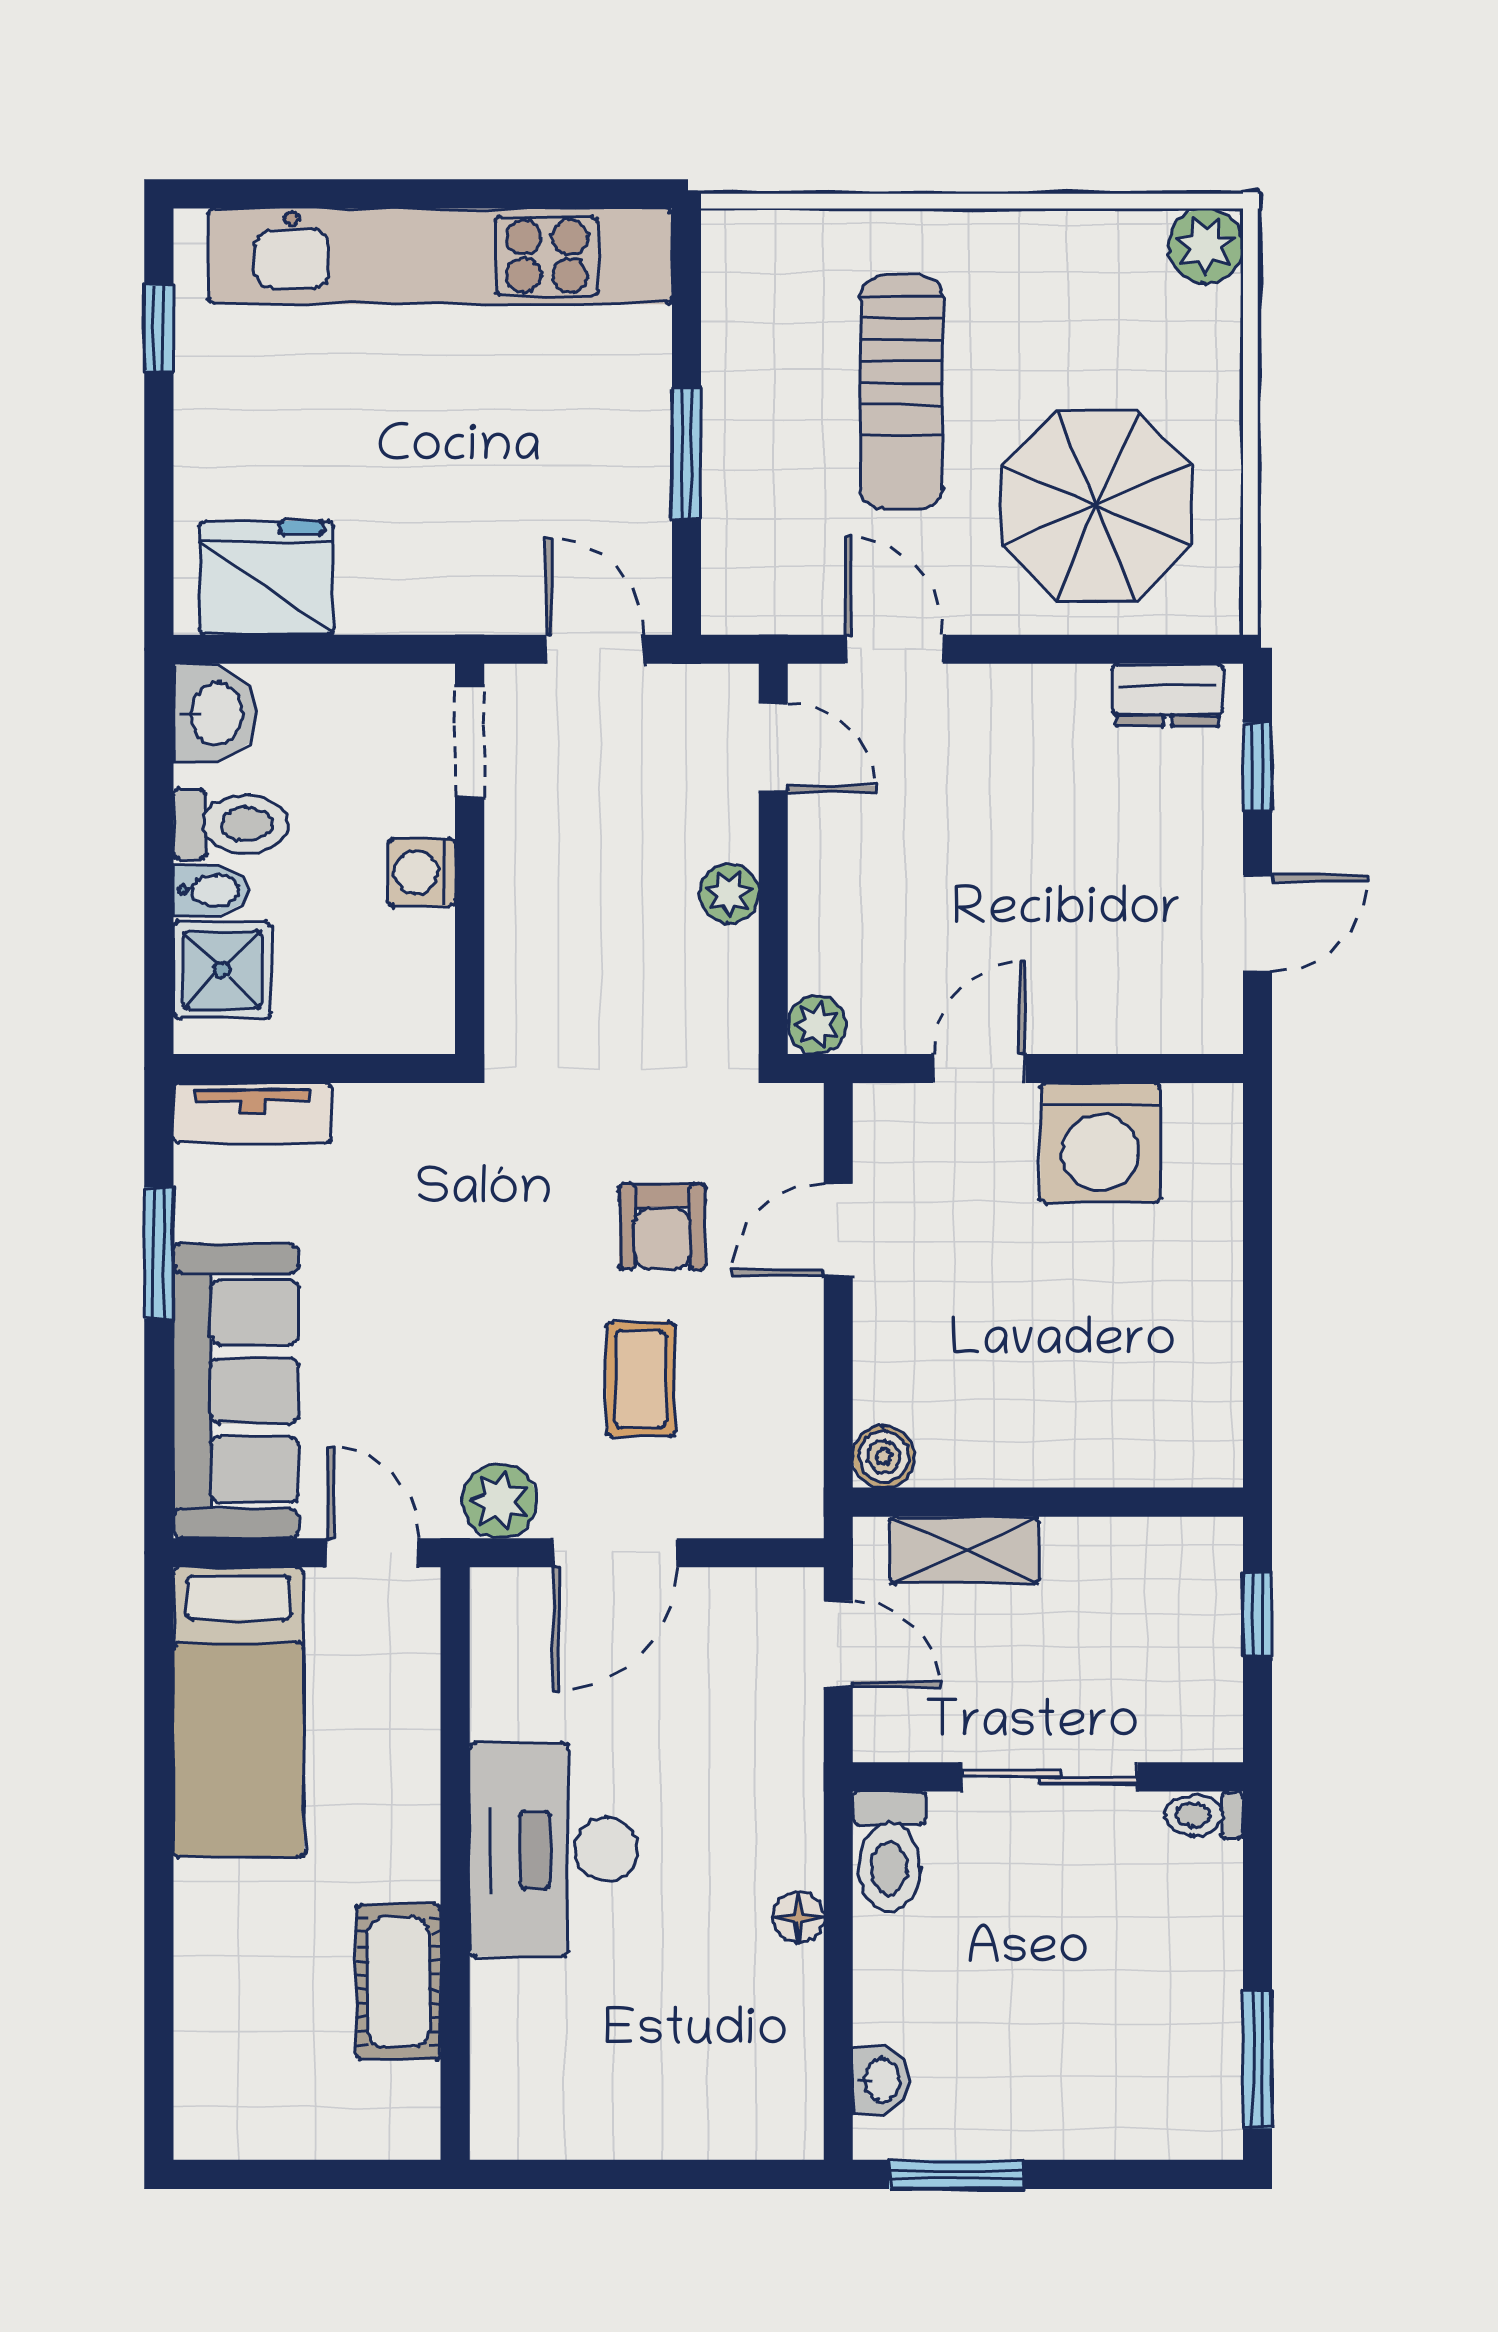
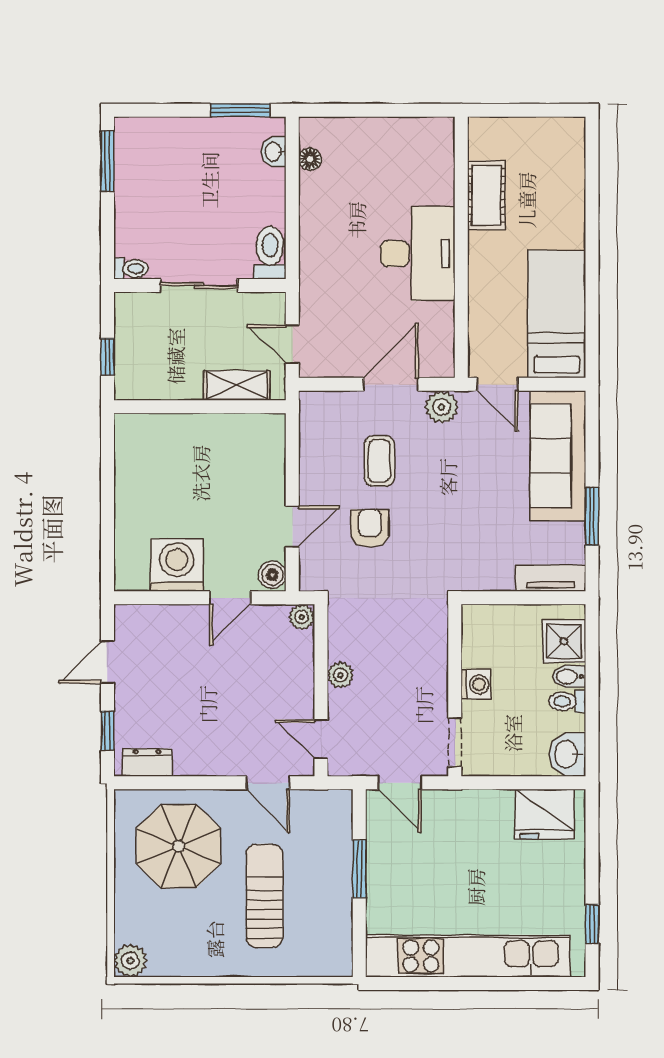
toilet: (231, 824) -> (567, 701), width x0.73, depth x0.72
boiler: (884, 1457) -> (272, 575), moved
floor lamp: (798, 1917) -> (310, 159), moved

